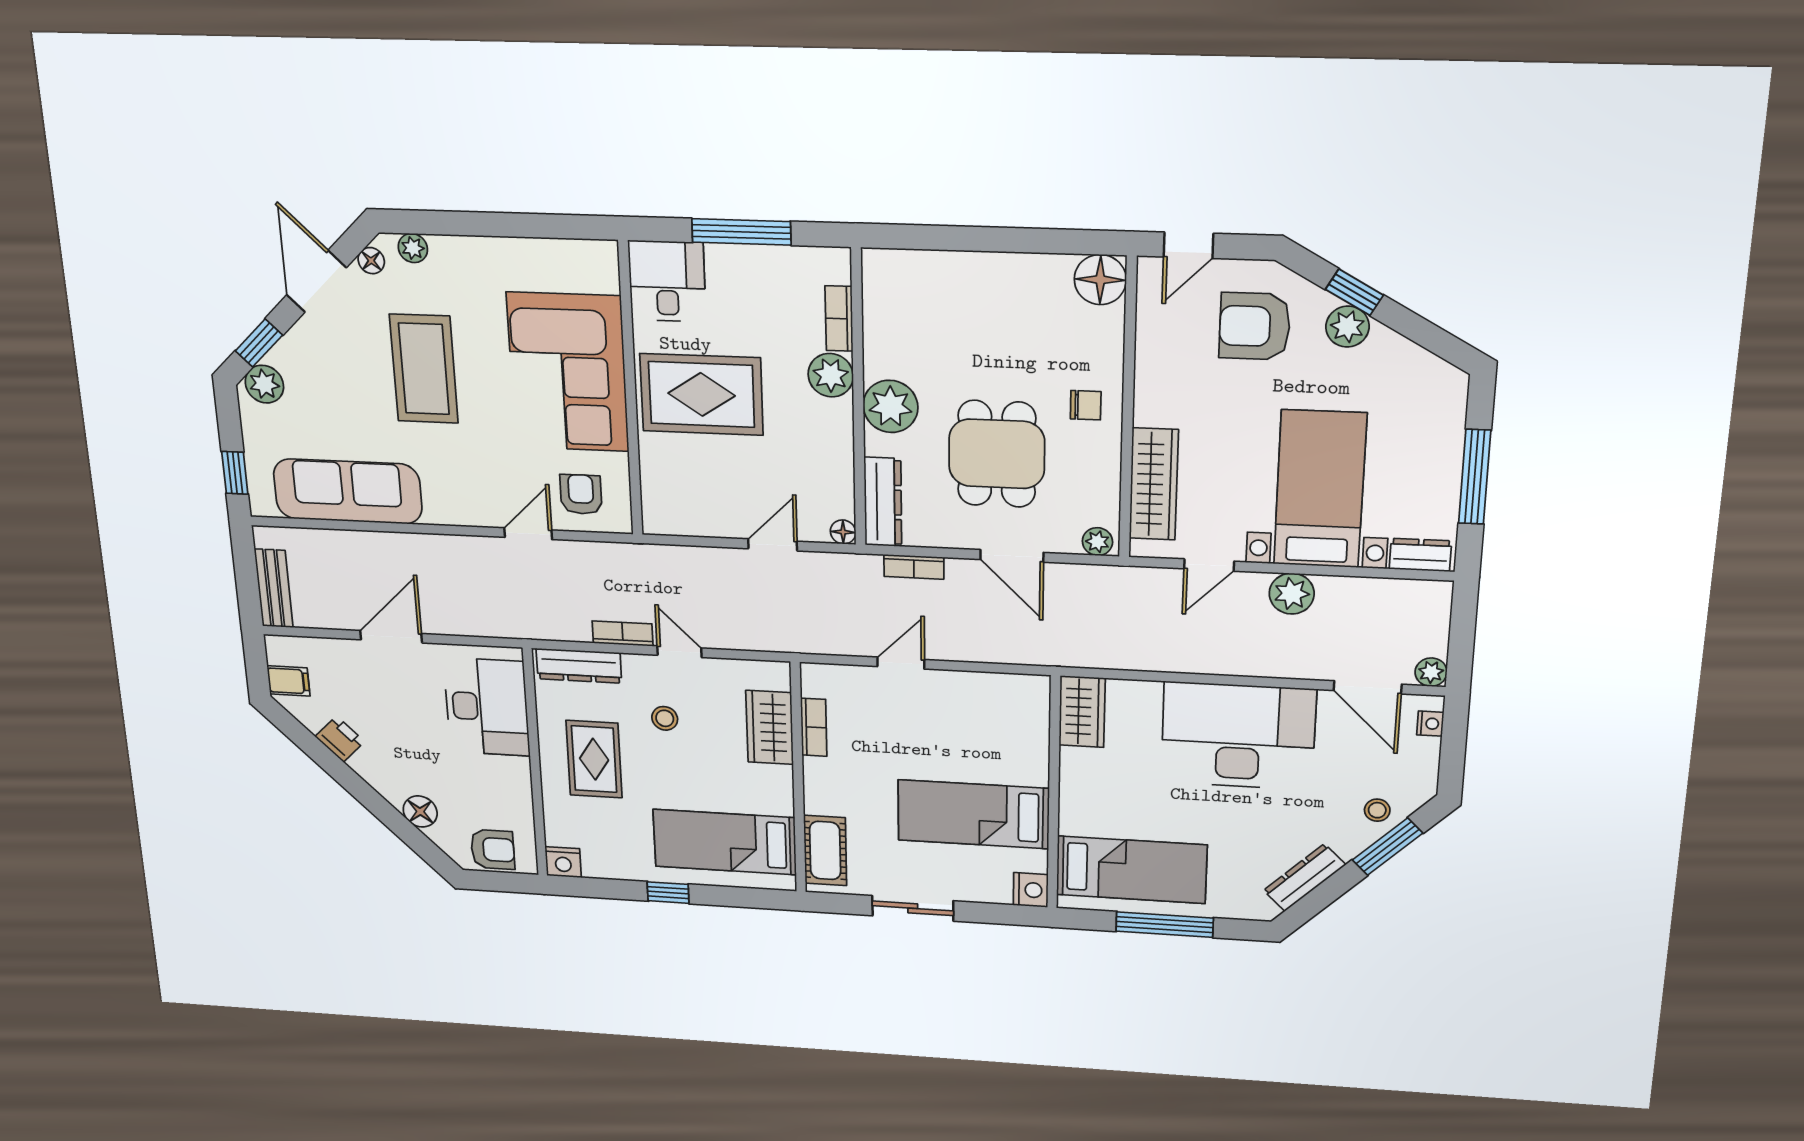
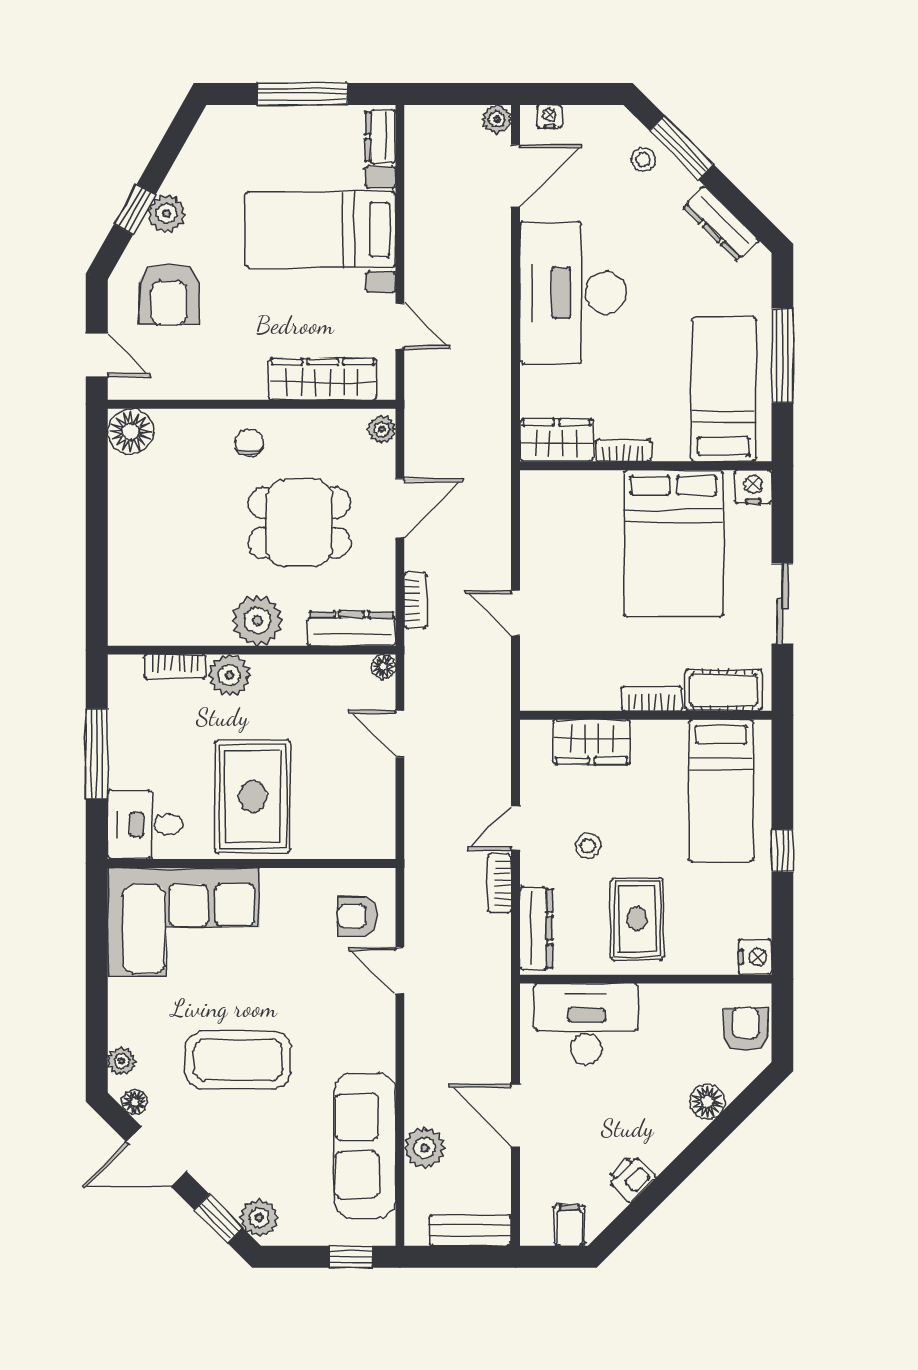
corner sofa: (568, 372) -> (184, 922), moved
plant: (1292, 594) -> (425, 1148), moved
bookcase: (814, 727) -> (652, 699), moved
rug: (594, 759) -> (637, 919), turned 90
bookcase: (1070, 774) -> (624, 450), added
bed: (973, 814) -> (673, 543), width x1.50

